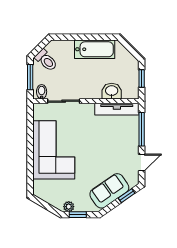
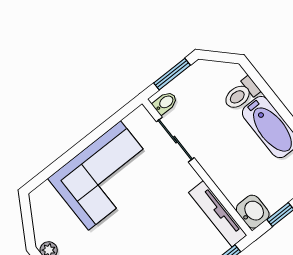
toilet: (46, 60) -> (241, 94), moved, turned 45
washbasin: (112, 91) -> (253, 212), moved

